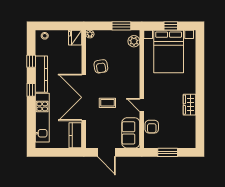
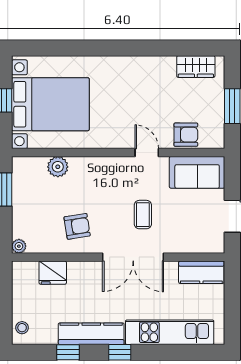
fridge: (75, 38) -> (53, 273), moved
plant: (134, 41) -> (58, 167), moved
double door: (84, 97) -> (133, 257), width x0.73
door: (142, 105) -> (147, 153), swing flipped
wardrobe: (189, 105) -> (196, 67), moved

